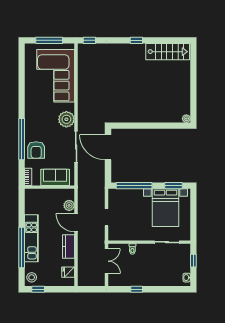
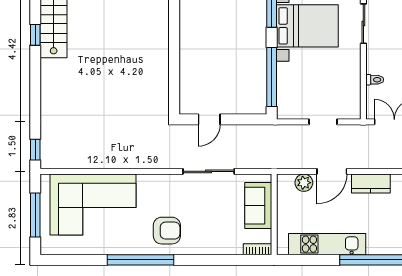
window: (136, 40) -> (35, 35), moved
plant: (66, 119) -> (164, 187), removed
window: (22, 139) -> (140, 260), moved
door: (108, 147) -> (209, 119), width x0.53
armchair: (36, 150) -> (167, 231), moved
kitchen unit: (31, 238) -> (327, 244), moved

